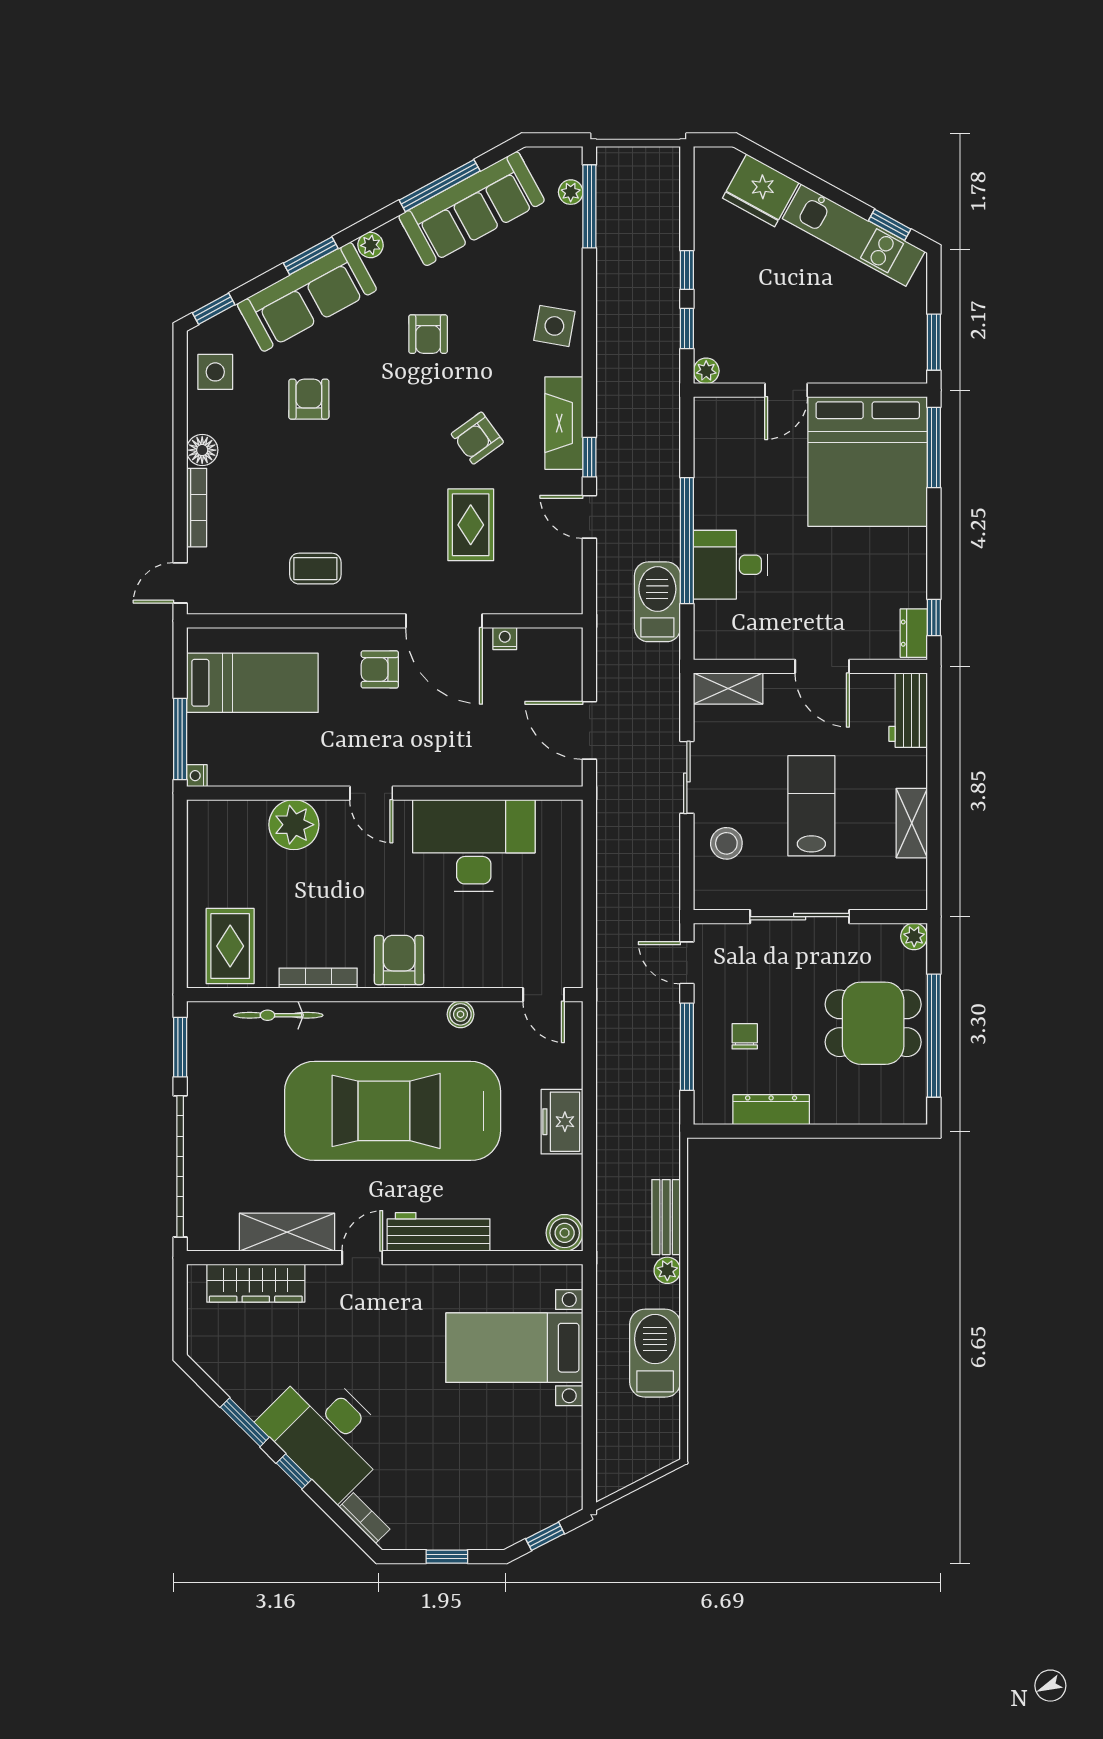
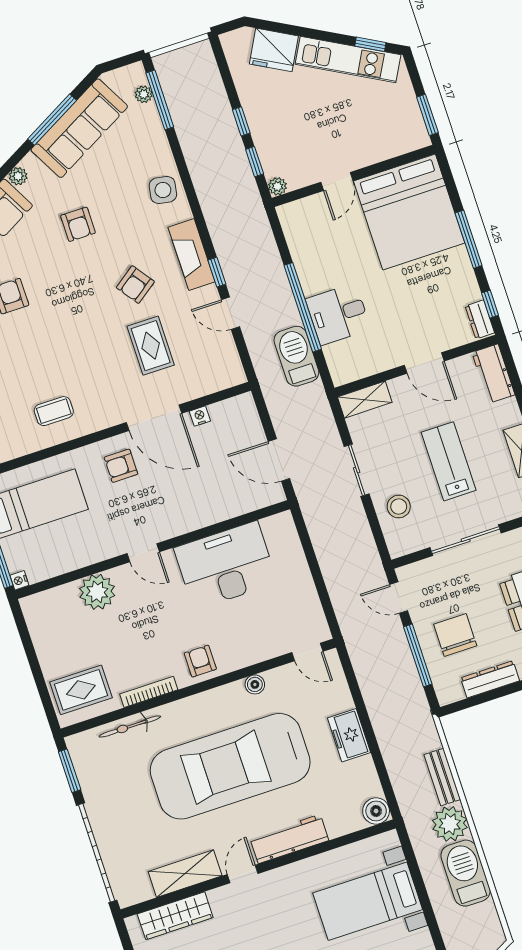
window: (934, 448) -> (469, 239), moved
rug: (230, 946) -> (81, 690), turned 90
armchair: (399, 960) -> (200, 661), width x0.72, depth x0.72
chair: (745, 1036) -> (455, 635), width x1.87, depth x1.87
plant: (667, 1270) -> (450, 824), width x1.87, depth x1.87

